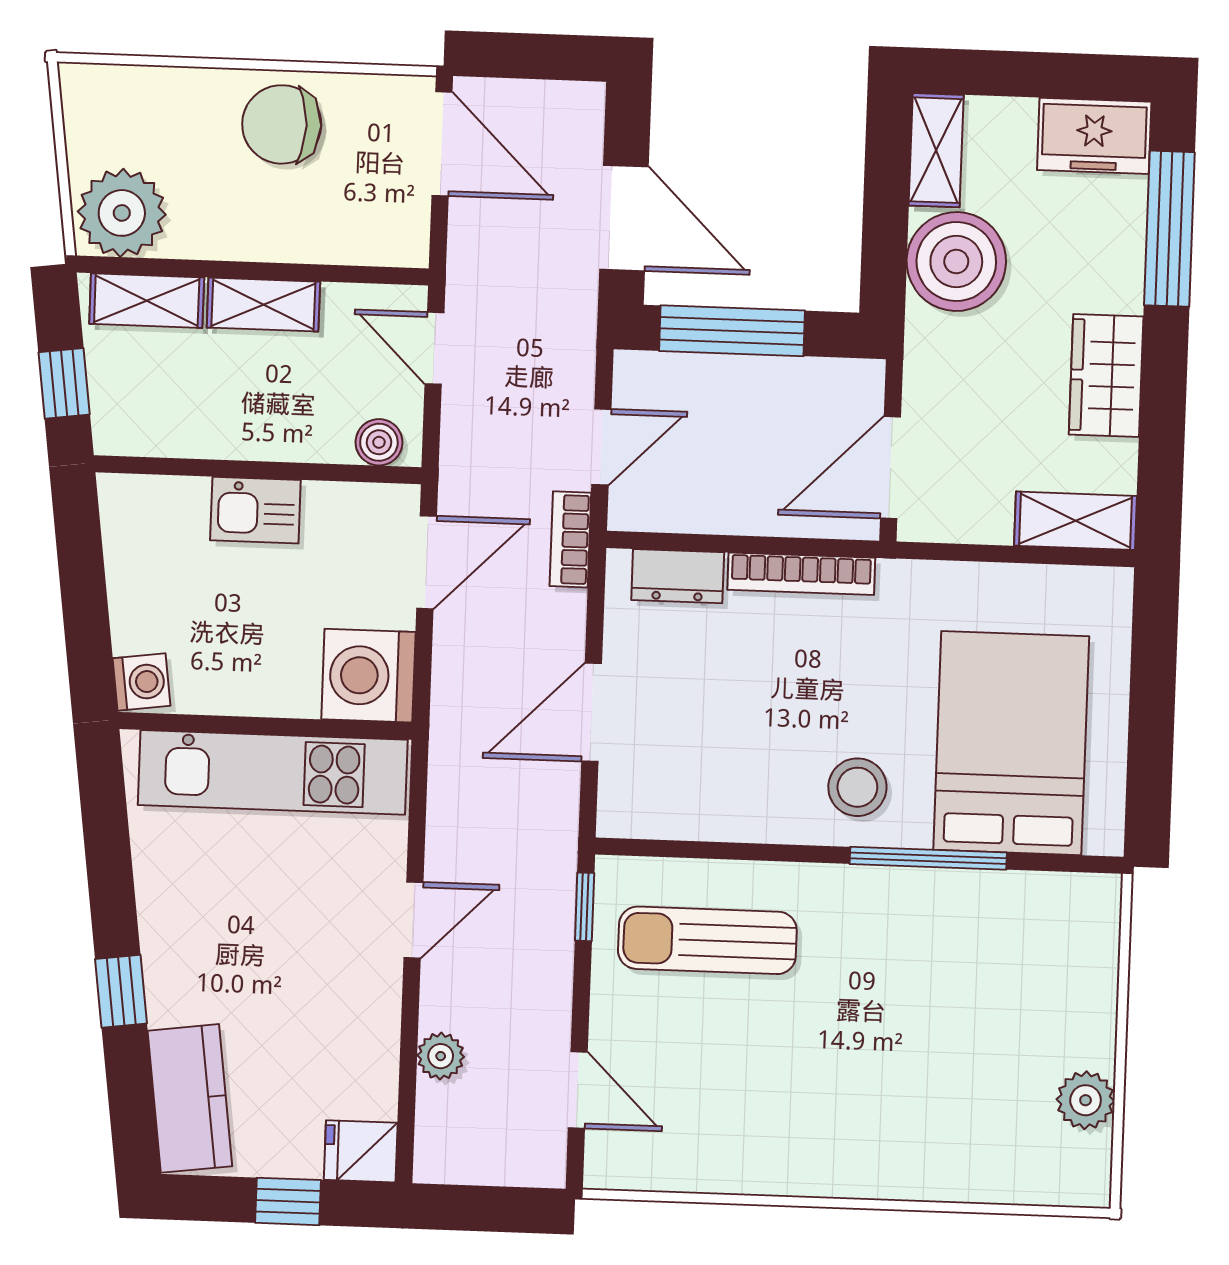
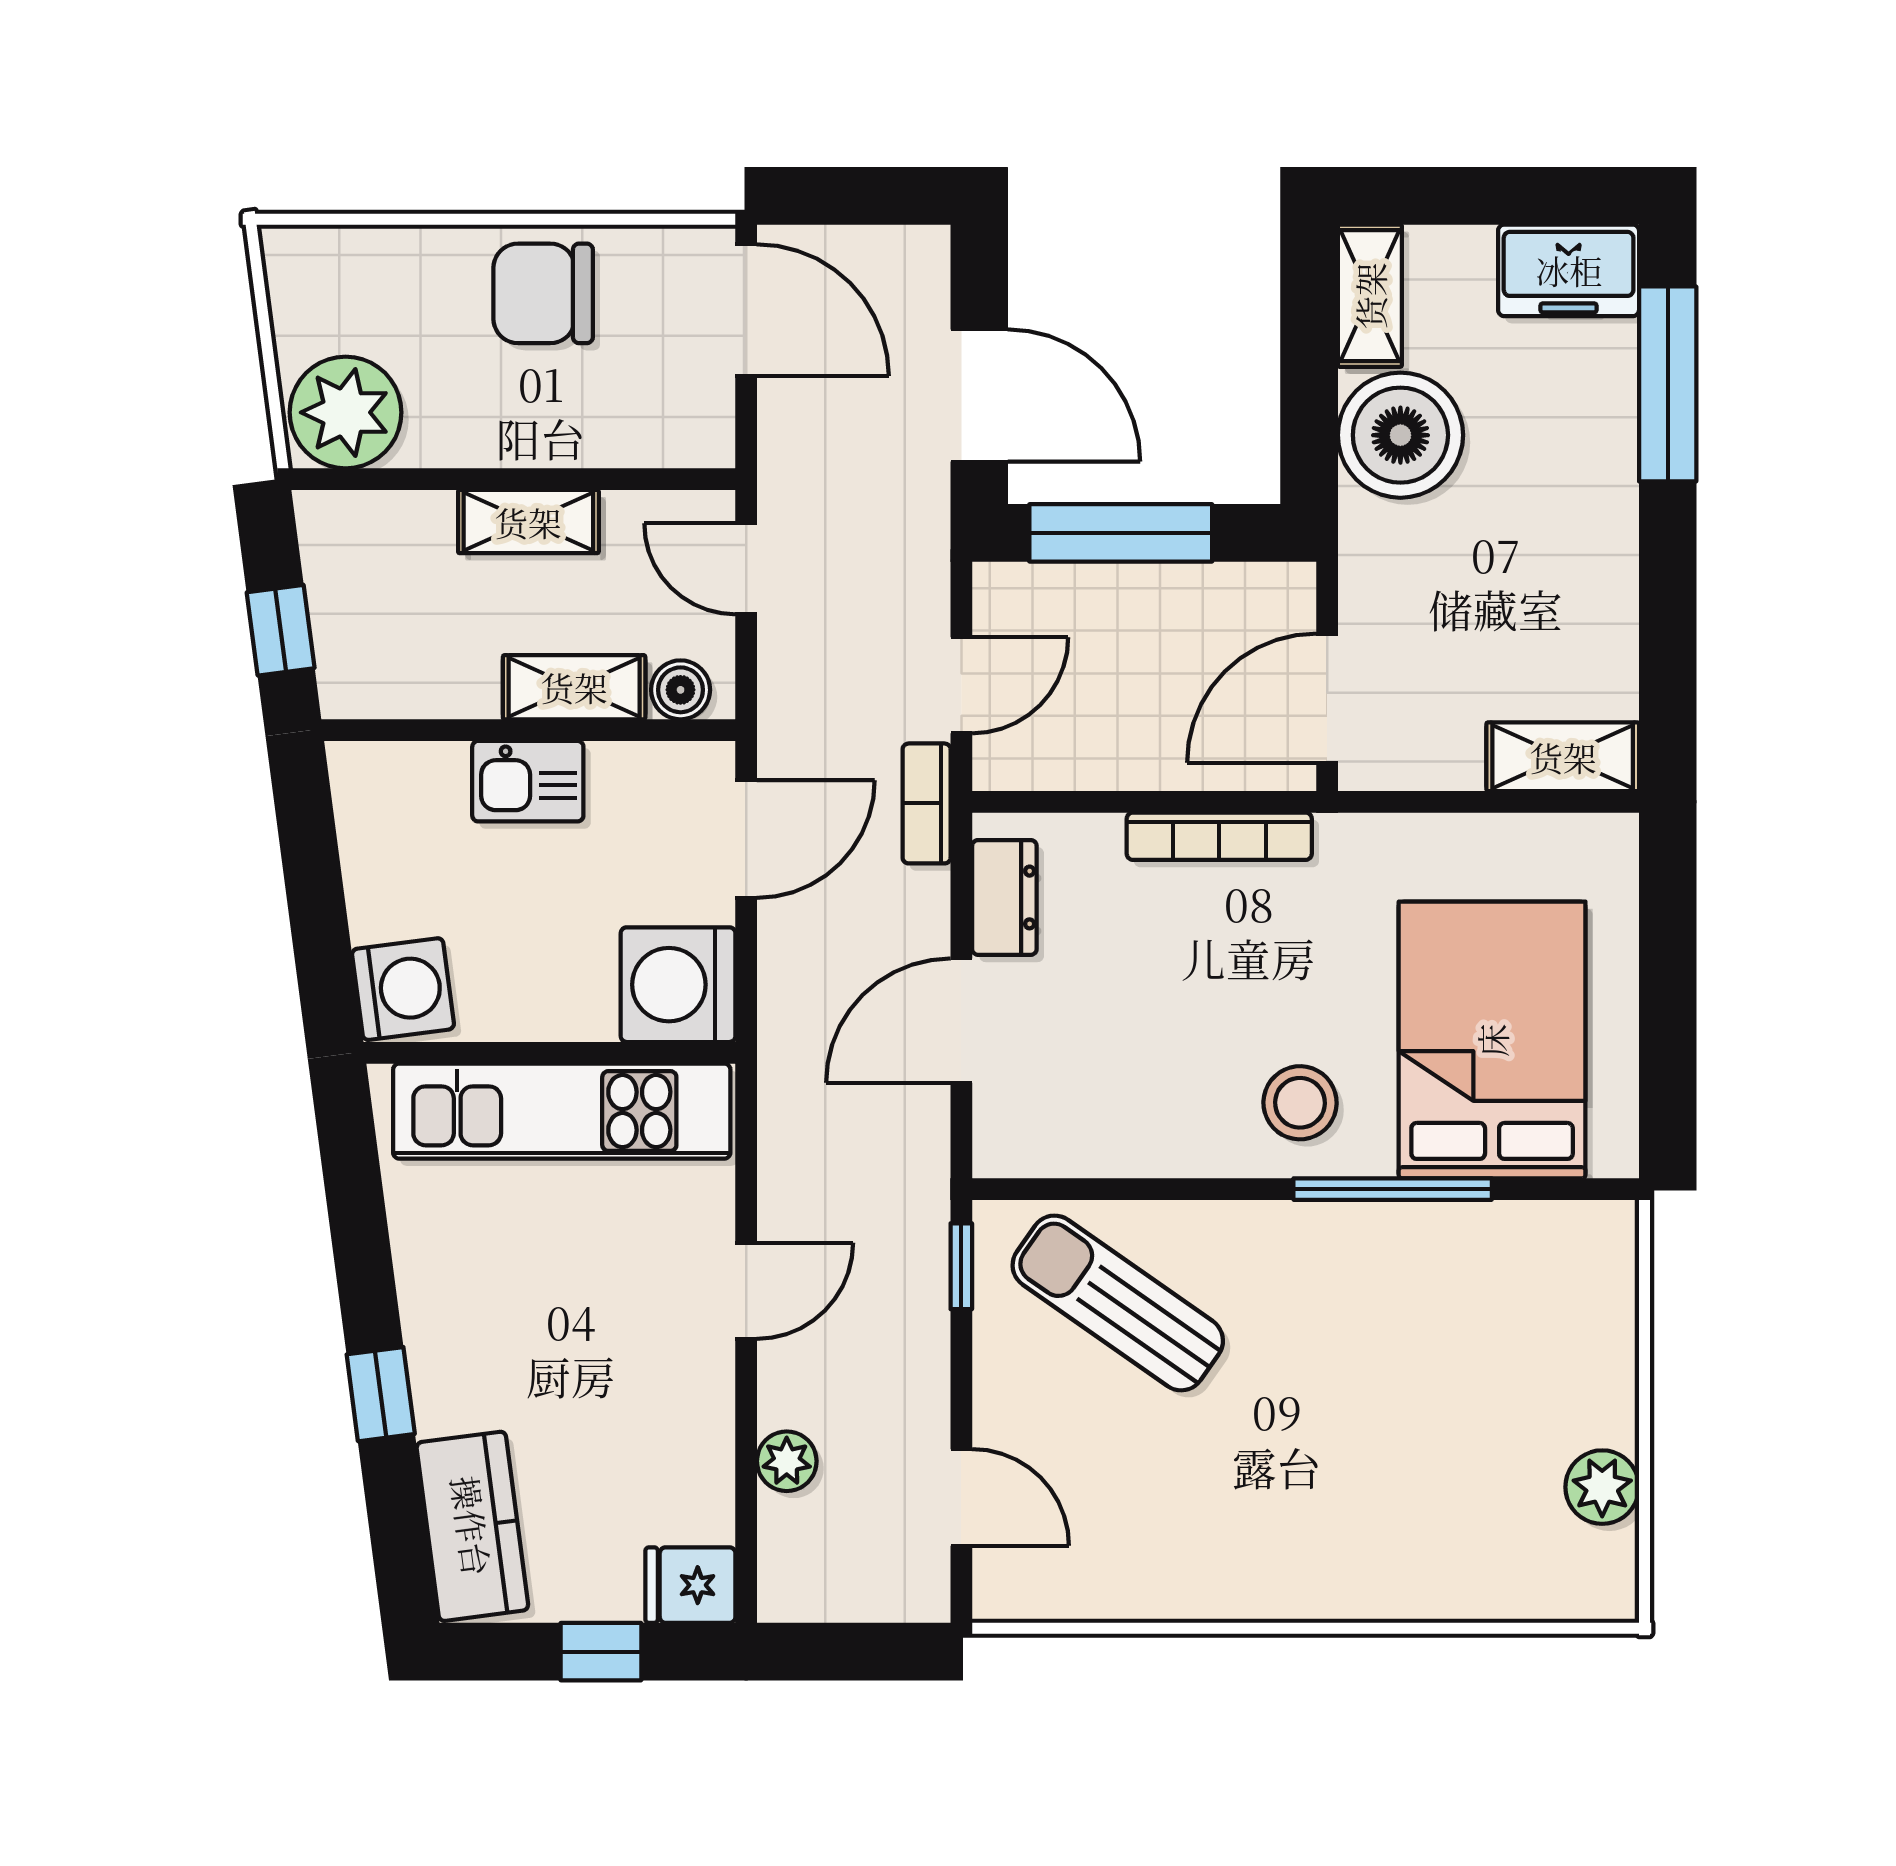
shelving: (147, 301) -> (574, 687), moved
wardrobe: (1106, 376) -> (1595, 572), removed
dresser: (678, 576) -> (1004, 897), moved, turned -90
washing machine: (141, 682) -> (403, 989), width x1.38, depth x1.38
sun lounger: (707, 940) -> (1118, 1303), turned 35

